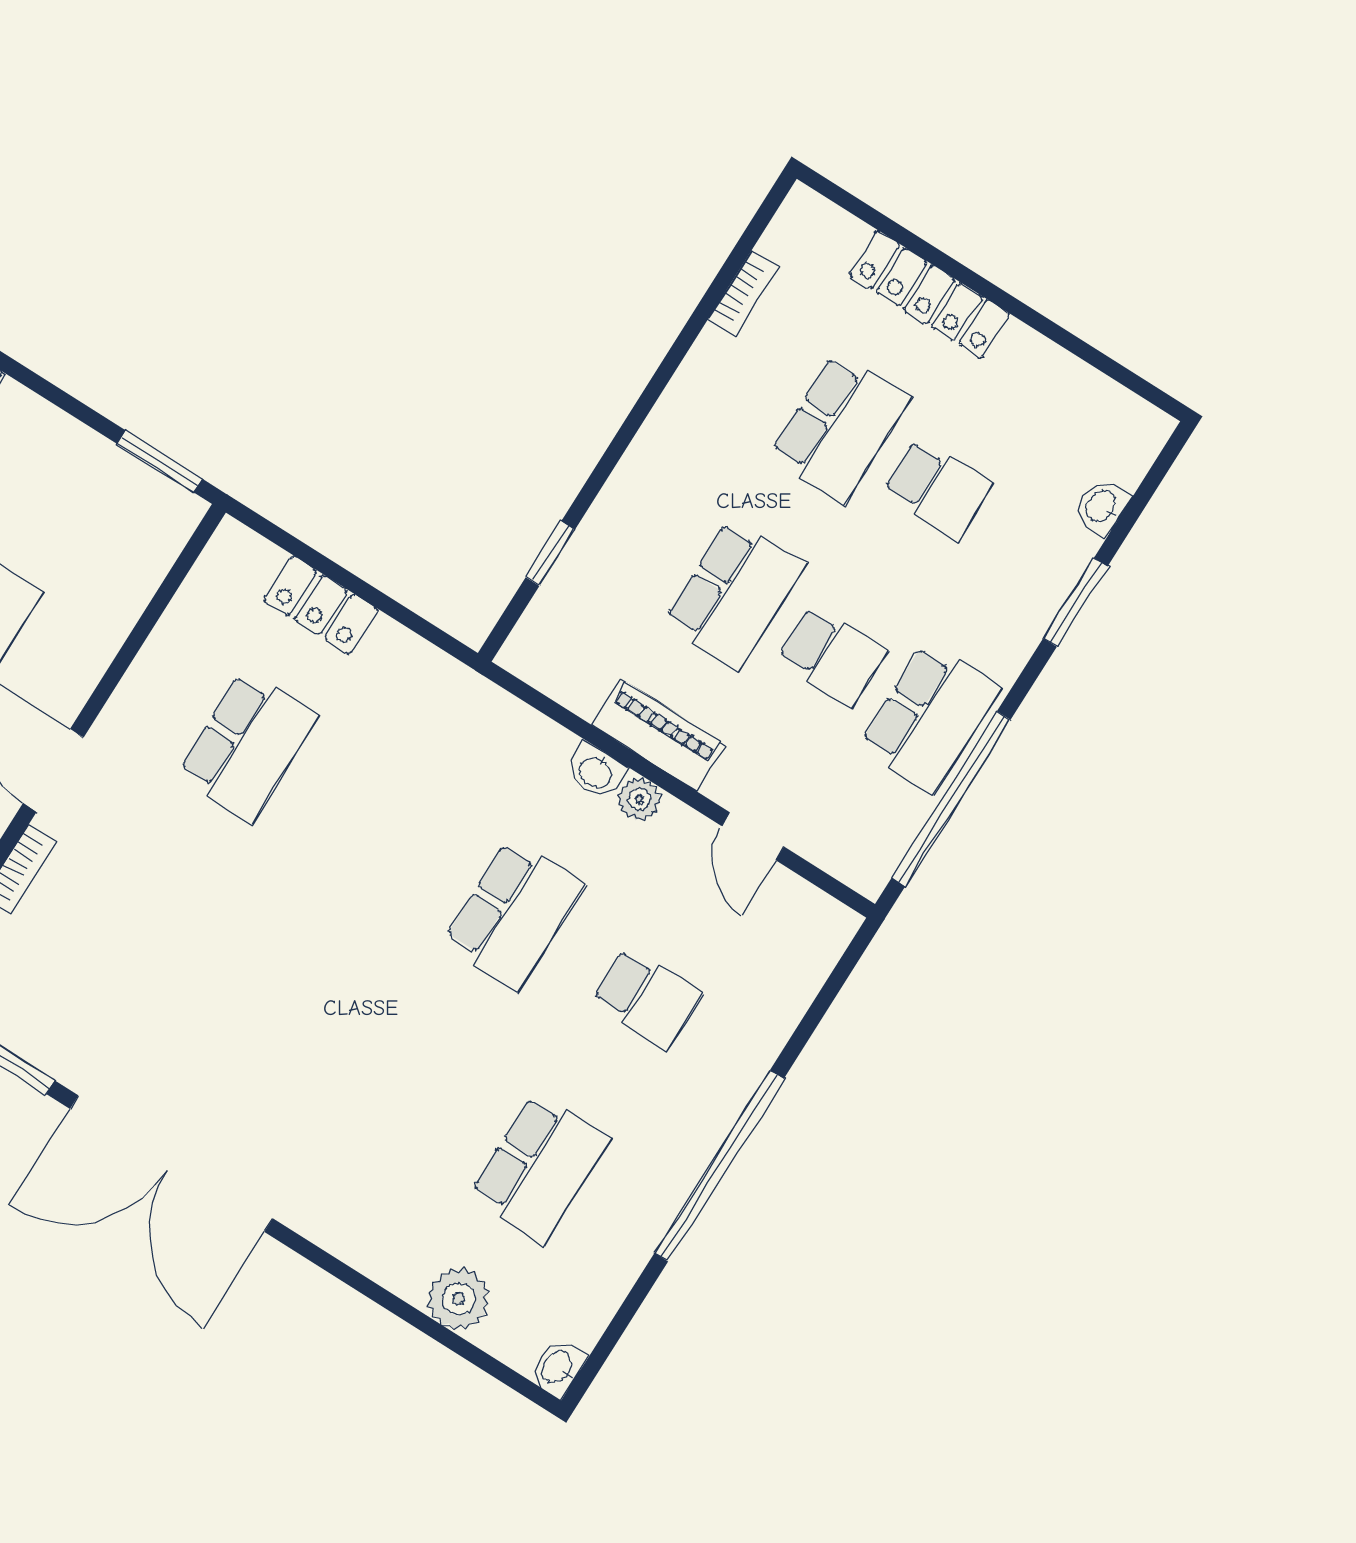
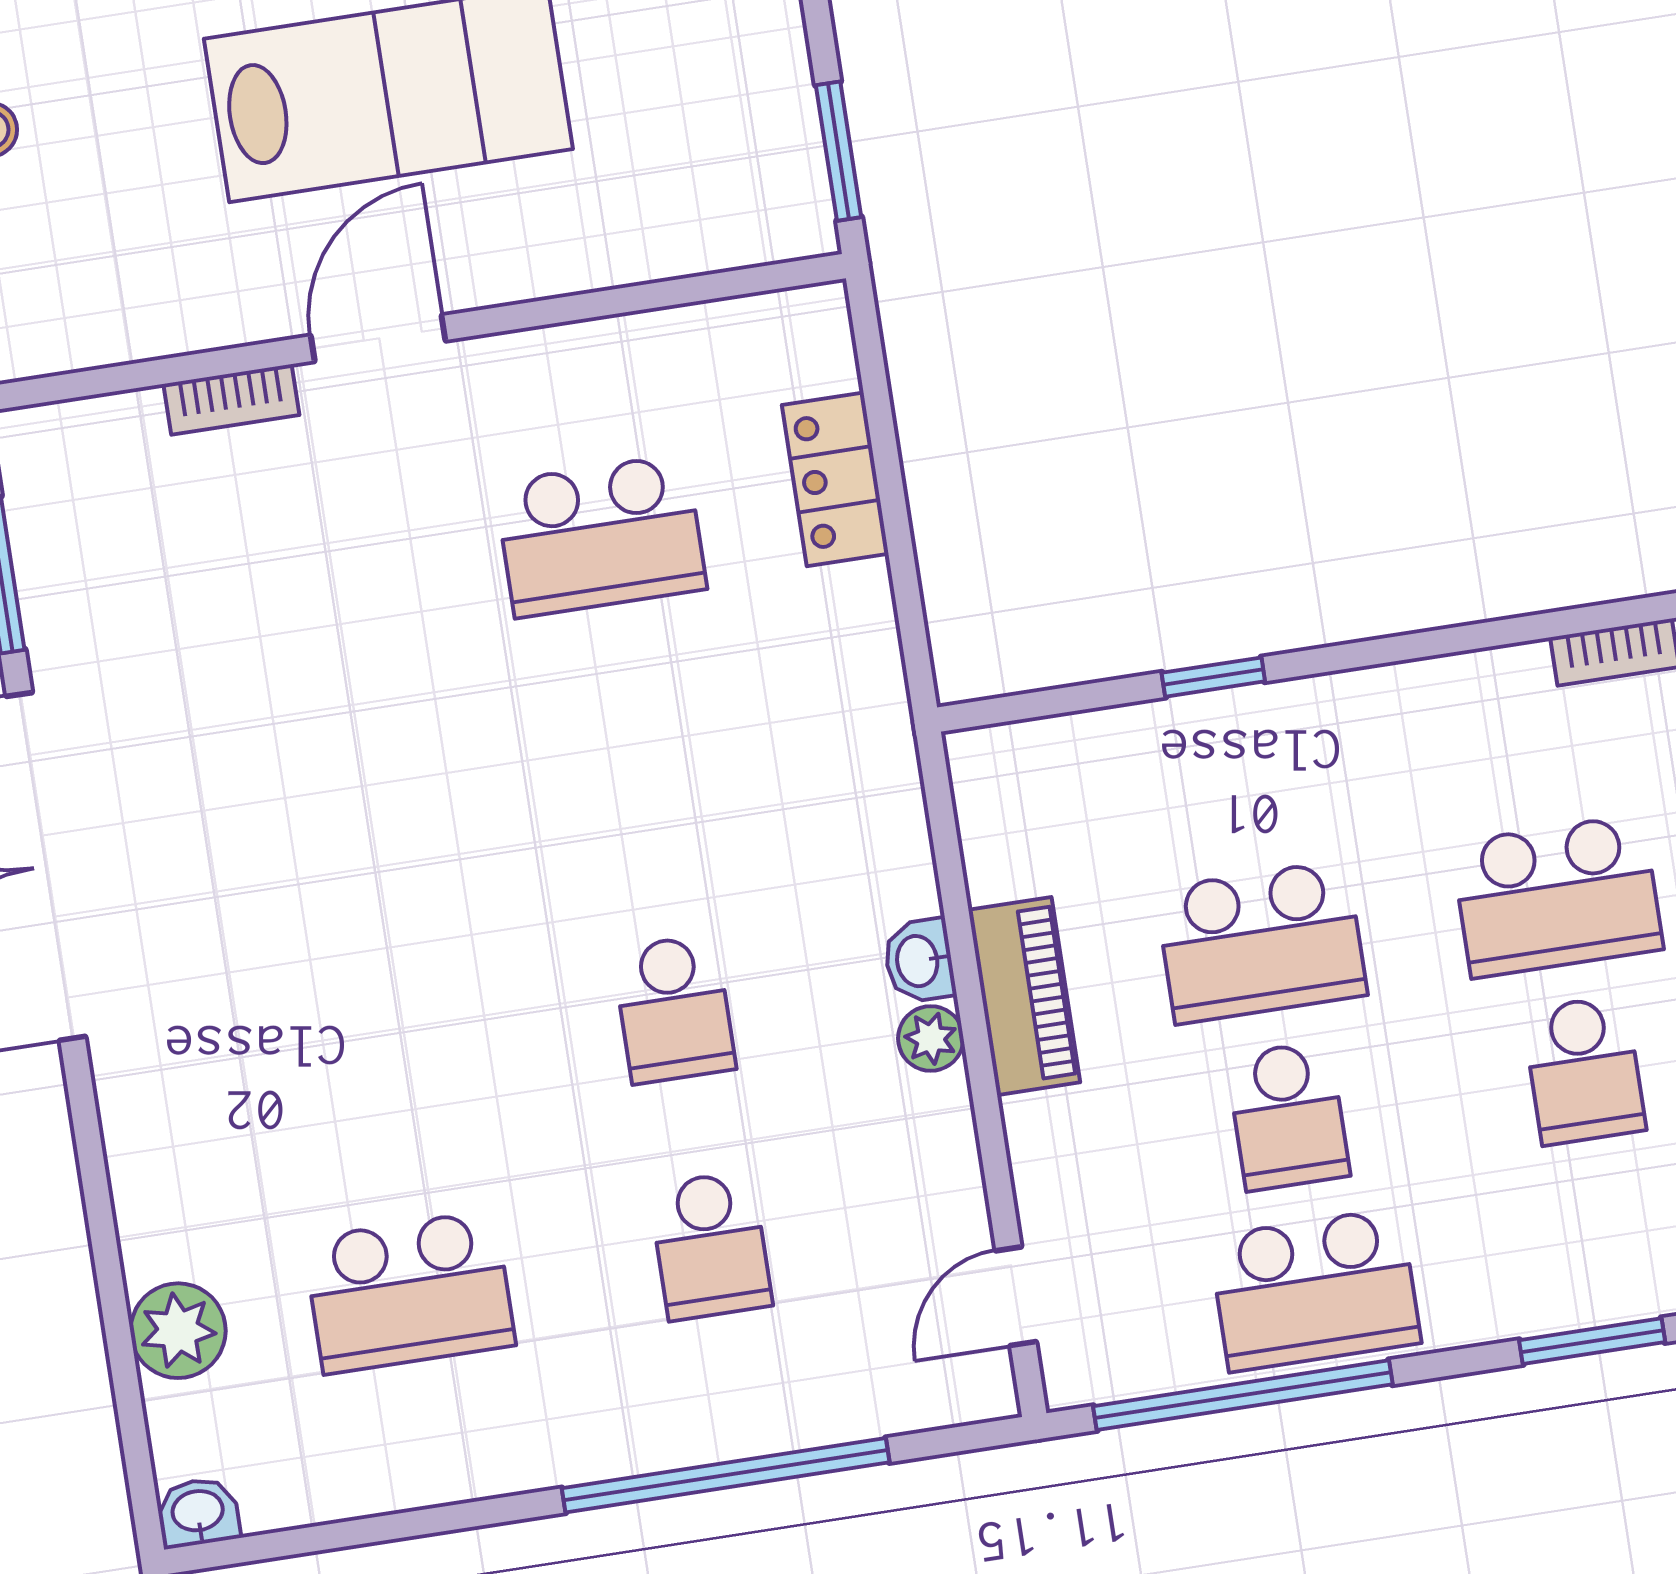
window: (550, 553) -> (1213, 677), moved
door: (753, 836) -> (1016, 1296), moved
school desk: (514, 914) -> (674, 1009), width x0.54
window: (719, 1166) -> (726, 1475), moved

